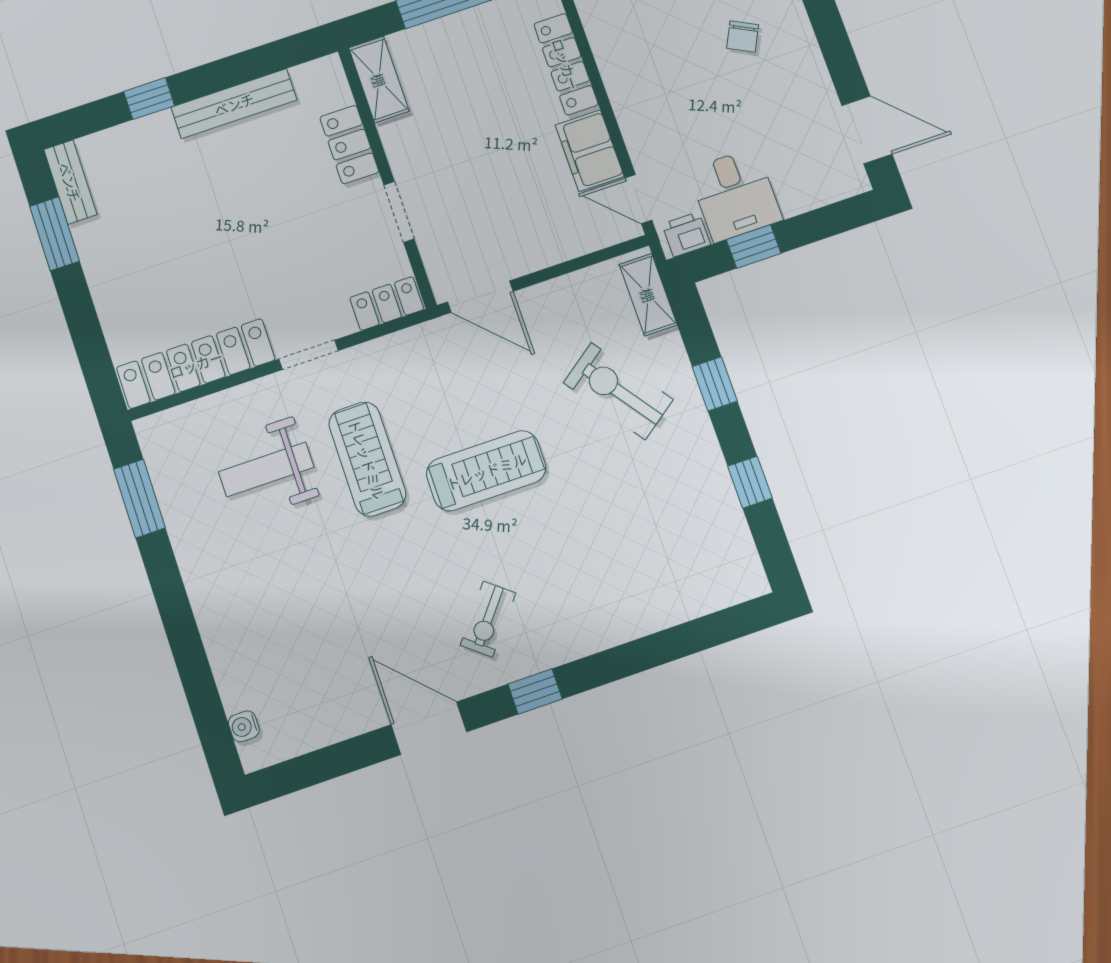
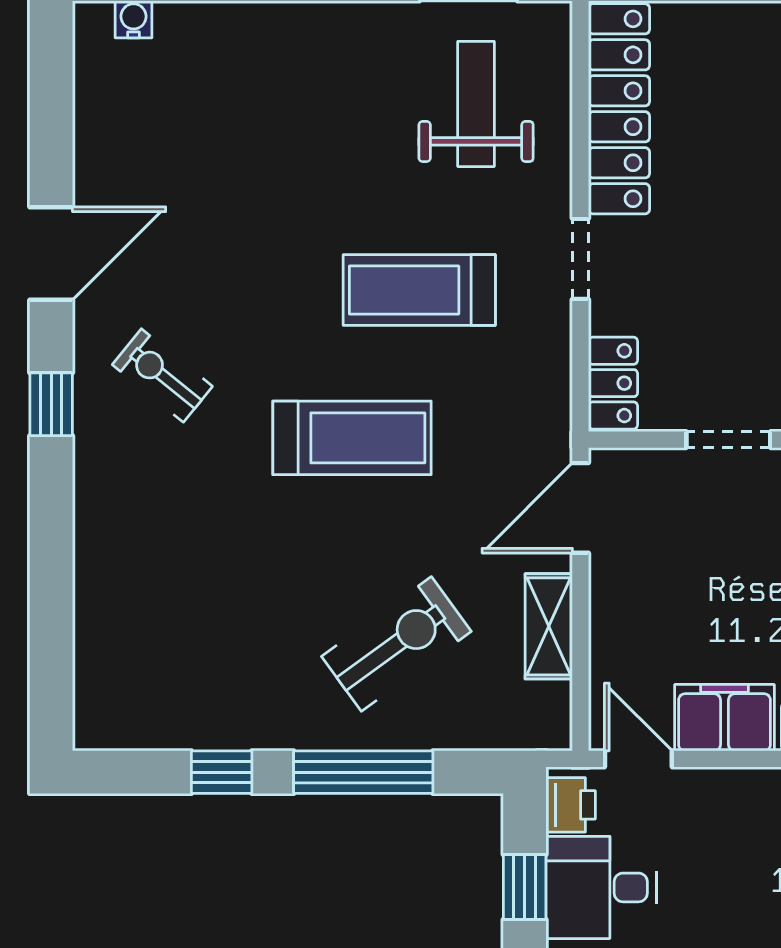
door: (638, 199) -> (638, 759), hinge flipped
shelving: (648, 295) -> (549, 626), moved, turned 90
window: (715, 384) -> (363, 772), width x2.17
treadmill: (367, 459) -> (419, 290), turned 180
weight bench: (266, 469) -> (476, 104), moved
treadmill: (486, 471) -> (352, 438), turned -90

